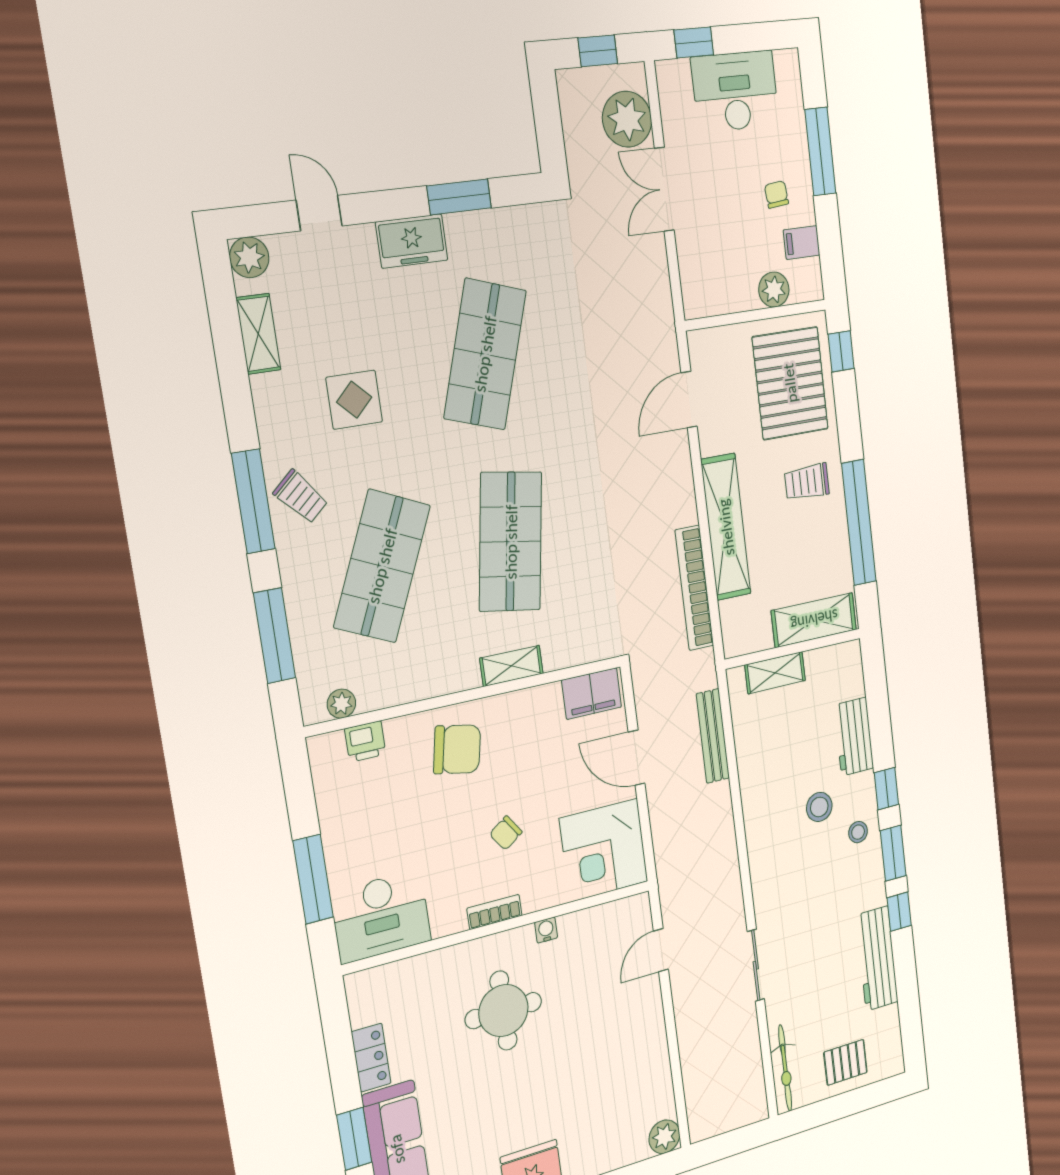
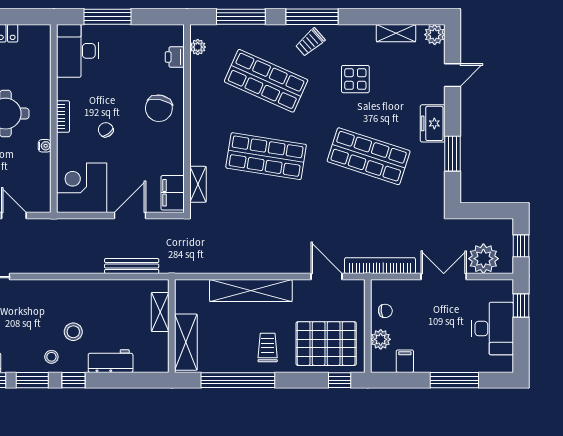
chair: (776, 194) -> (385, 311), moved
bookcase: (694, 588) -> (380, 266), moved
shelving: (511, 666) -> (198, 184), moved

